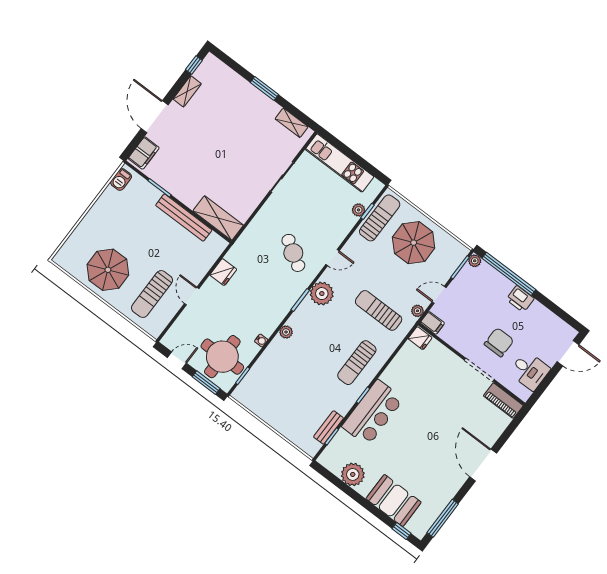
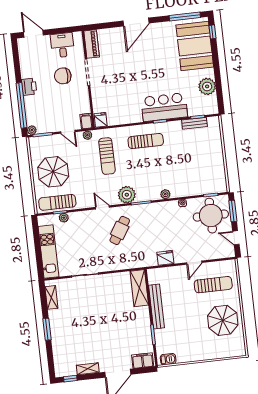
booth: (394, 500) -> (195, 46), width x1.36, depth x1.42

